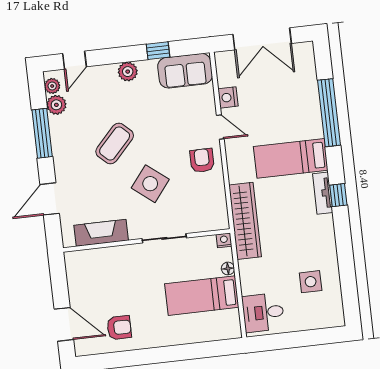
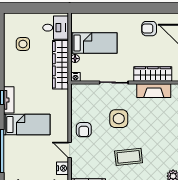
coffee table: (115, 144) -> (129, 157), moved, turned 41
side table: (150, 184) -> (119, 119), turned -38
wardrobe: (245, 221) -> (61, 65), moved
wardrobe: (106, 258) -> (153, 74), added

